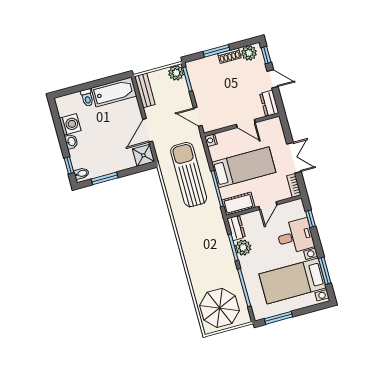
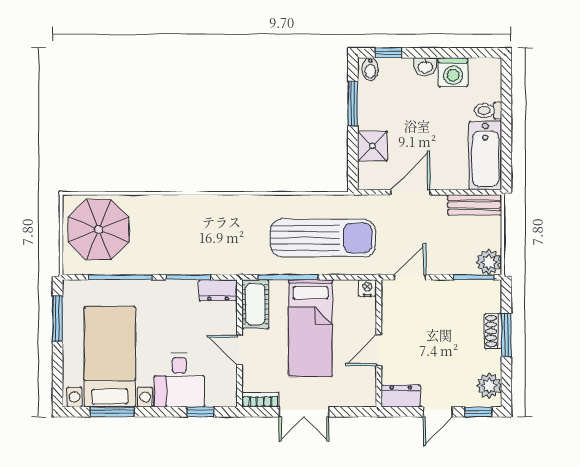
shoe rack: (229, 56) -> (493, 331), moved
door: (148, 130) -> (410, 192), hinge flipped
shower: (143, 155) -> (372, 146), moved
plant: (243, 248) -> (184, 293), removed

